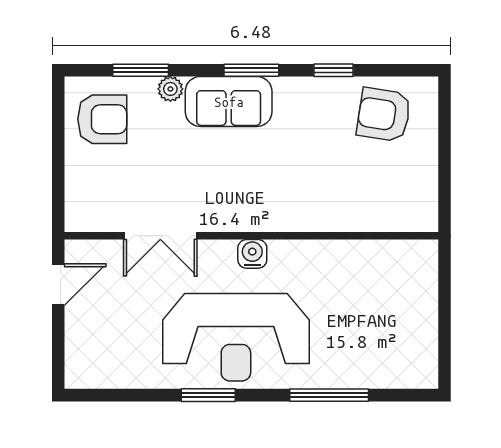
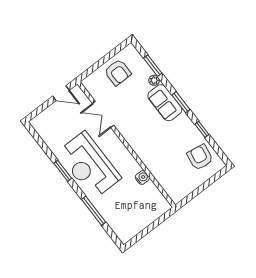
armchair: (102, 119) -> (118, 72), moved
water cooler: (252, 254) -> (142, 178), moved

